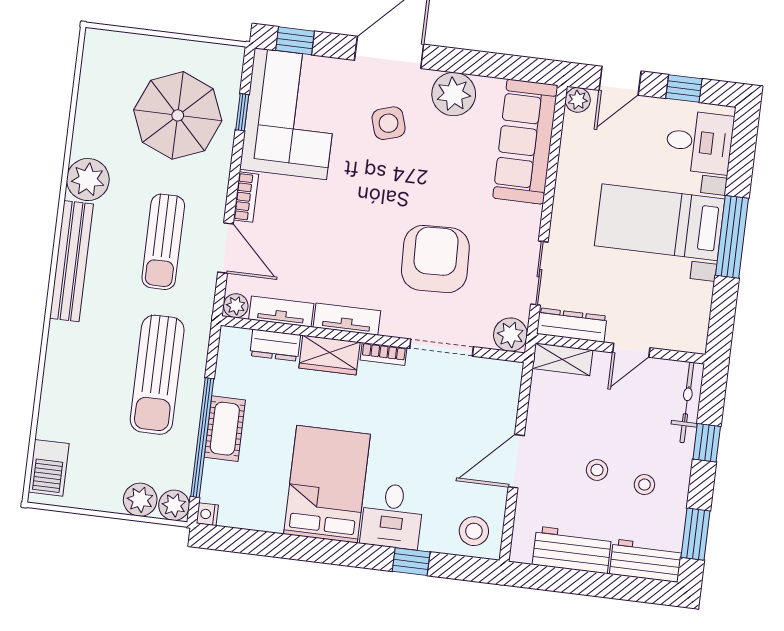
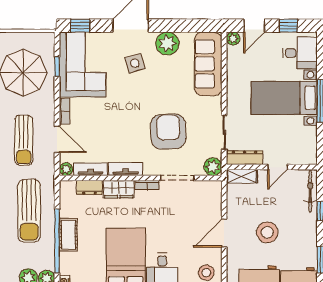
stool: (597, 470) -> (267, 232), width x1.89, depth x1.89
stool: (644, 485) -> (293, 237), removed

